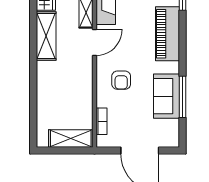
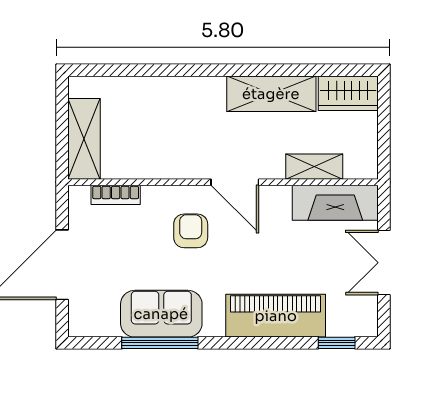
door: (95, 42) -> (235, 182), moved
armchair: (121, 80) -> (191, 231), turned 90

